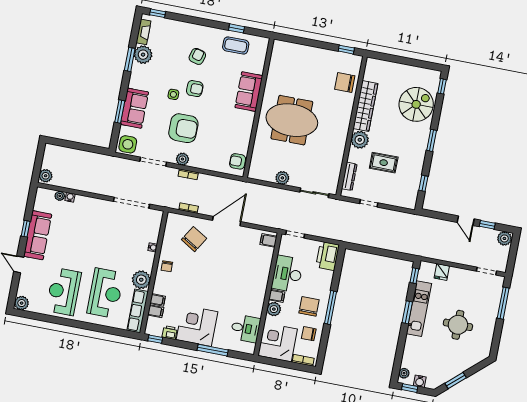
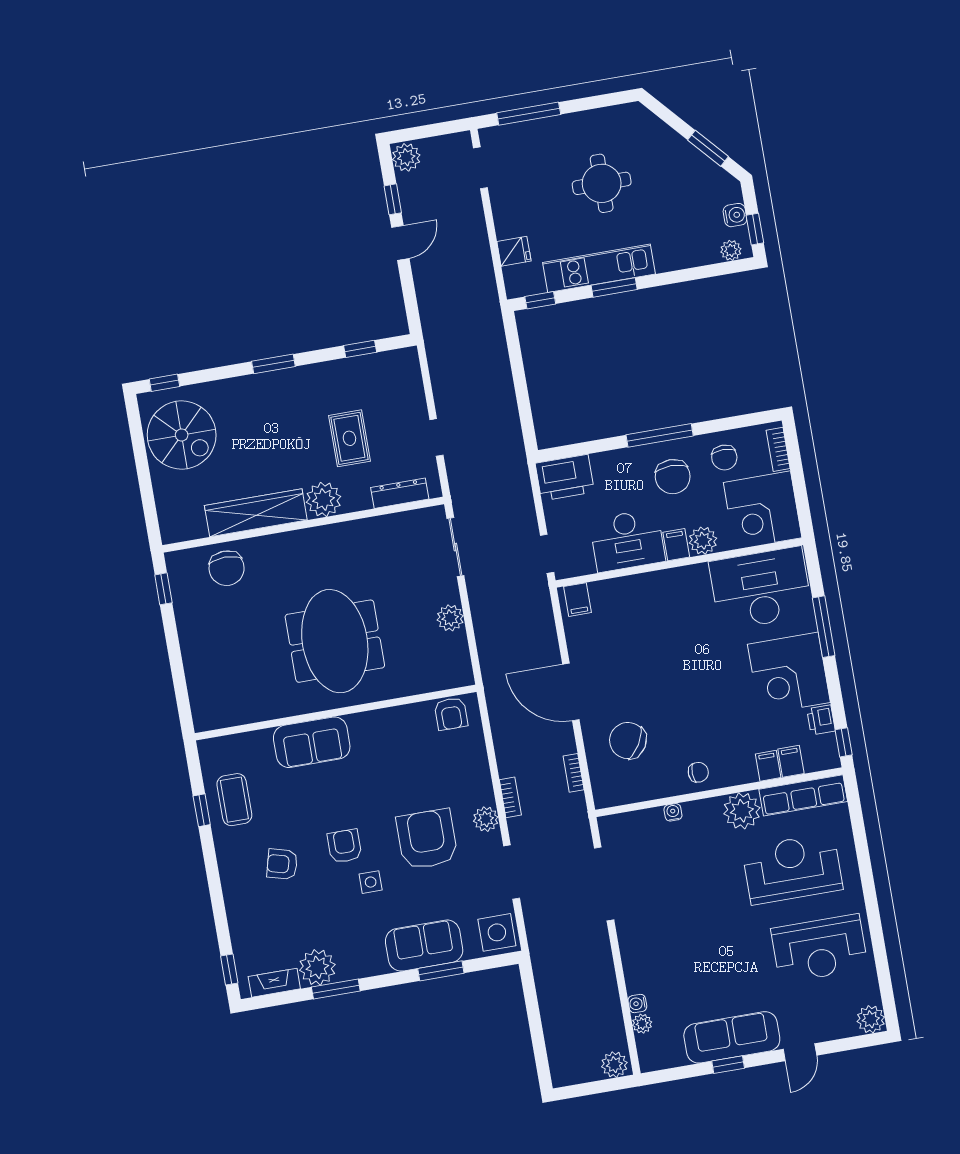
spiral stairs: (416, 104) -> (182, 435), moved, turned 180
chair: (309, 306) -> (673, 477), turned -90
desk: (245, 328) -> (761, 588), width x1.87, depth x1.30

